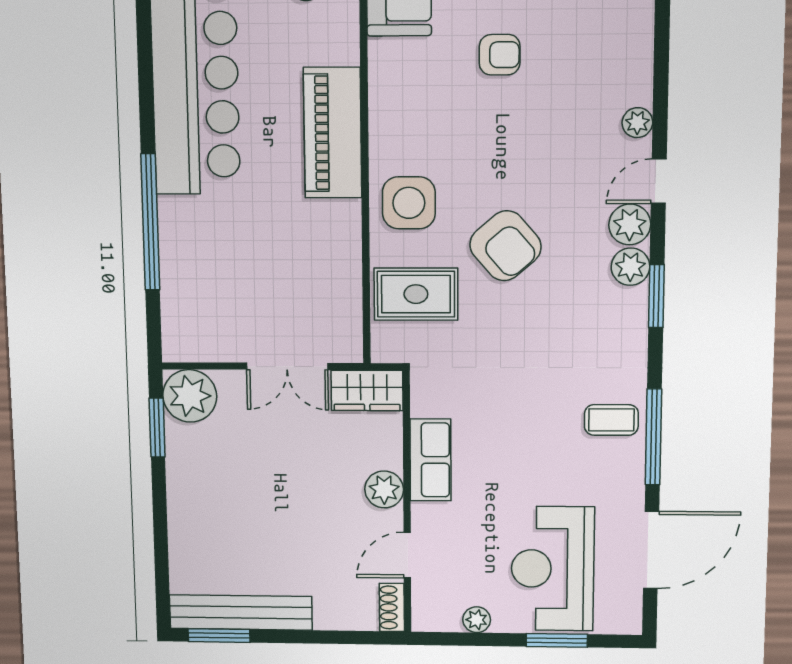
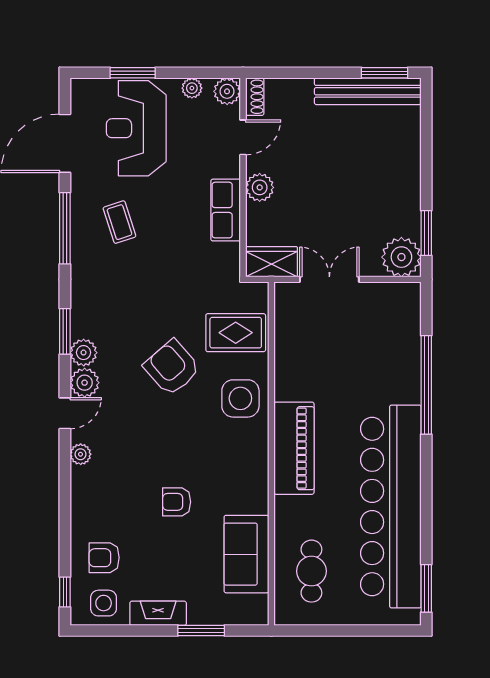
coffee table: (611, 420) -> (119, 222), moved, turned 72
reception desk: (553, 569) -> (136, 128), turned 180
plant: (429, 615) -> (227, 91), added

